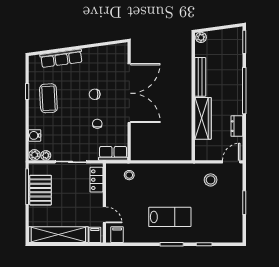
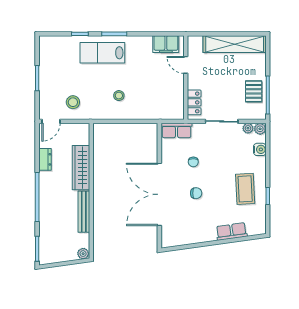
row of seats: (61, 58) -> (232, 231), width x0.68
stool: (129, 175) -> (119, 96), moved
pallet: (41, 190) -> (254, 91), width x0.67, depth x0.71
lab bench: (170, 217) -> (102, 53), moved
filing cabinet: (95, 235) -> (196, 44), removed
filing cabinet: (117, 235) -> (166, 44), width x2.00

